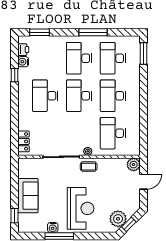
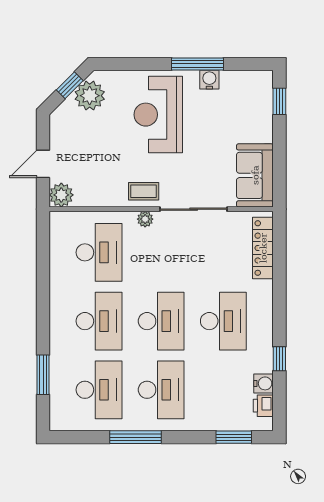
window: (144, 54) -> (43, 375), moved
locker: (23, 141) -> (263, 248), width x1.53
sofa: (28, 196) -> (255, 175), moved

